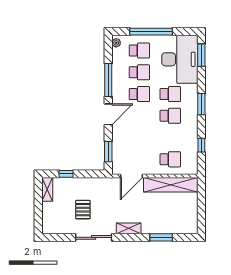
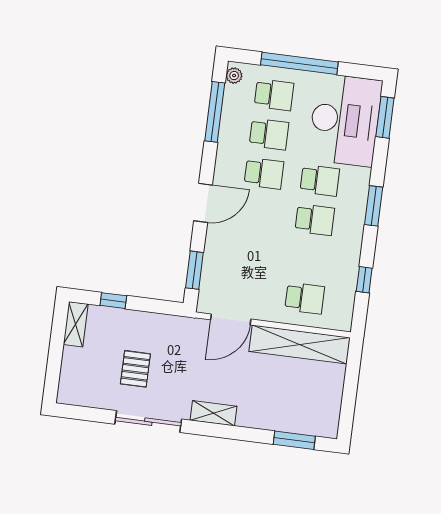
window: (108, 80) -> (215, 112), moved
window: (161, 237) -> (294, 440), moved

